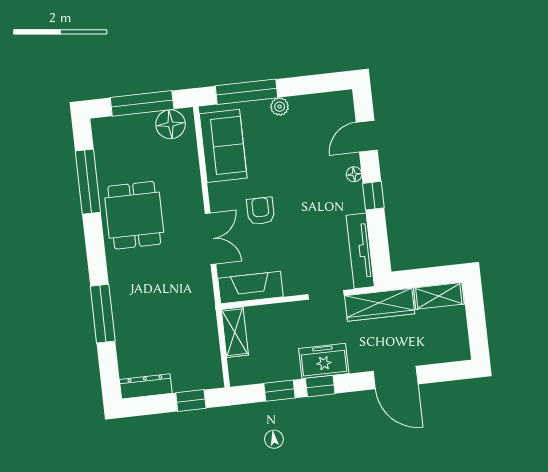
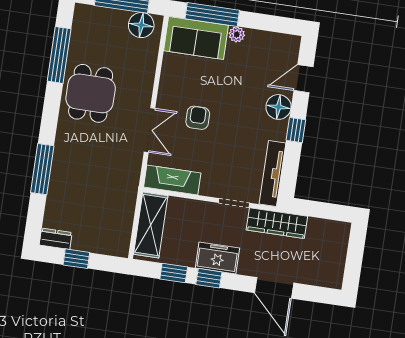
sofa: (223, 146) -> (196, 38), moved, turned 90
floor lamp: (354, 174) -> (278, 107), width x1.89, depth x1.89
shelving: (439, 296) -> (329, 229), removed
shelving: (235, 332) -> (151, 225), width x1.50, depth x1.33
dresser: (146, 386) -> (56, 239), width x0.70
window: (191, 401) -> (76, 259), moved

